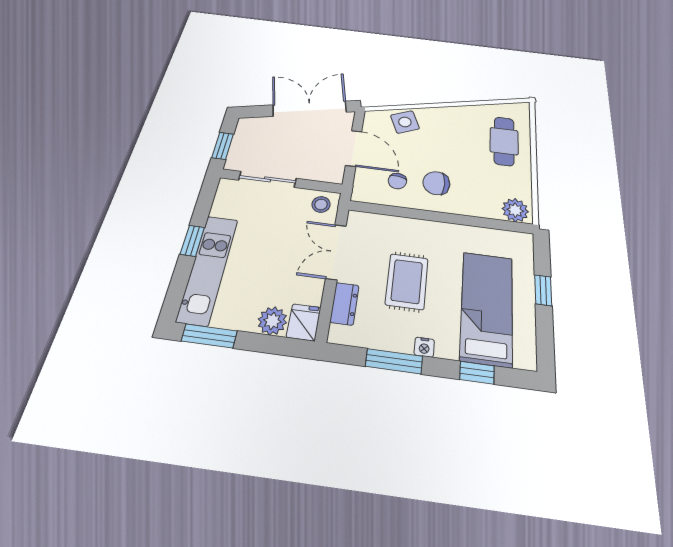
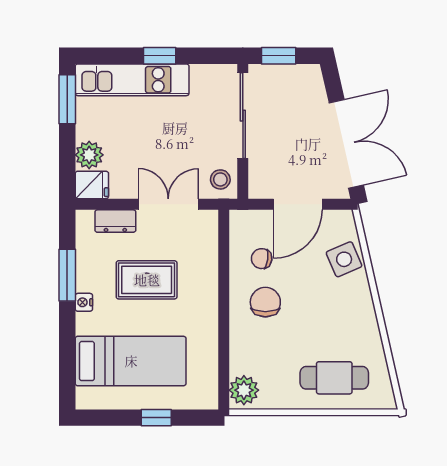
sliding door: (267, 179) -> (243, 116), width x1.37
window: (477, 373) -> (67, 353), removed

